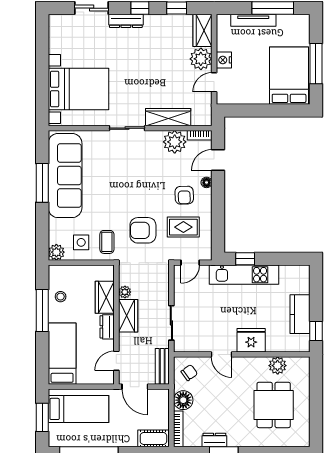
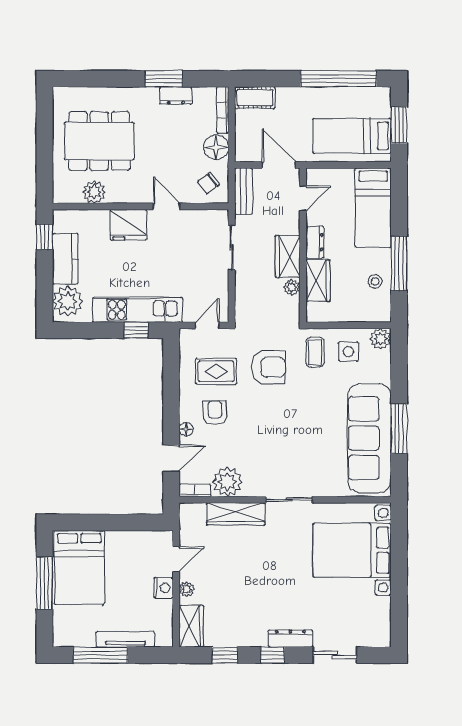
plant: (201, 59) -> (187, 589), width x0.53, depth x0.53
plant: (298, 281) -> (68, 301), added
dining table: (274, 405) -> (99, 141), width x1.38

